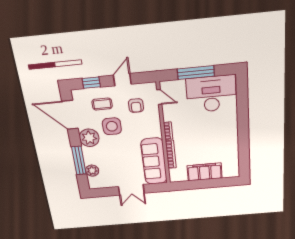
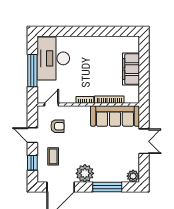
side table: (112, 126) -> (75, 151), removed
plant: (92, 171) -> (133, 176), moved

